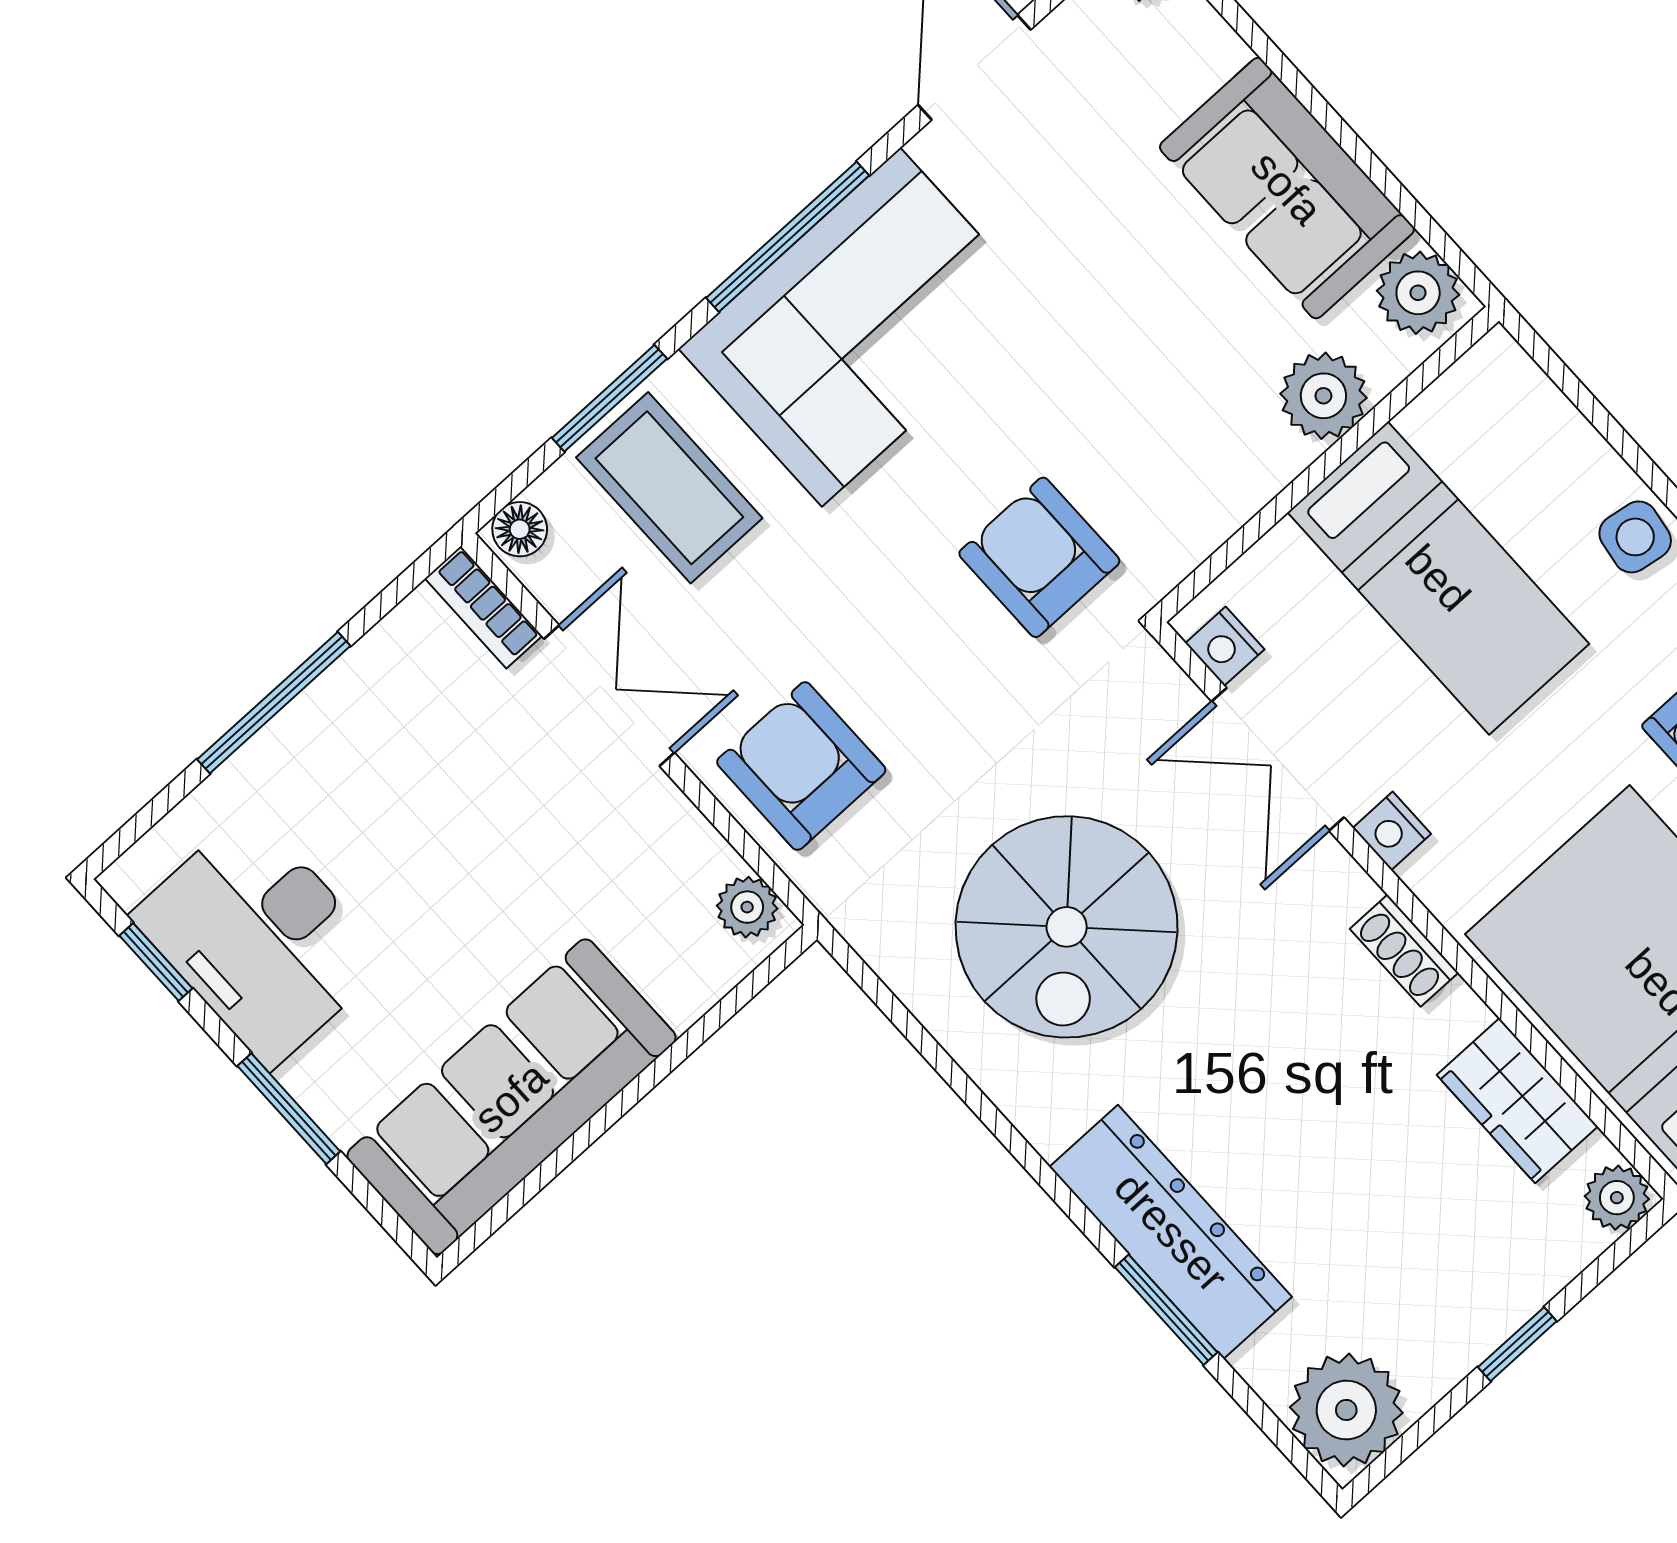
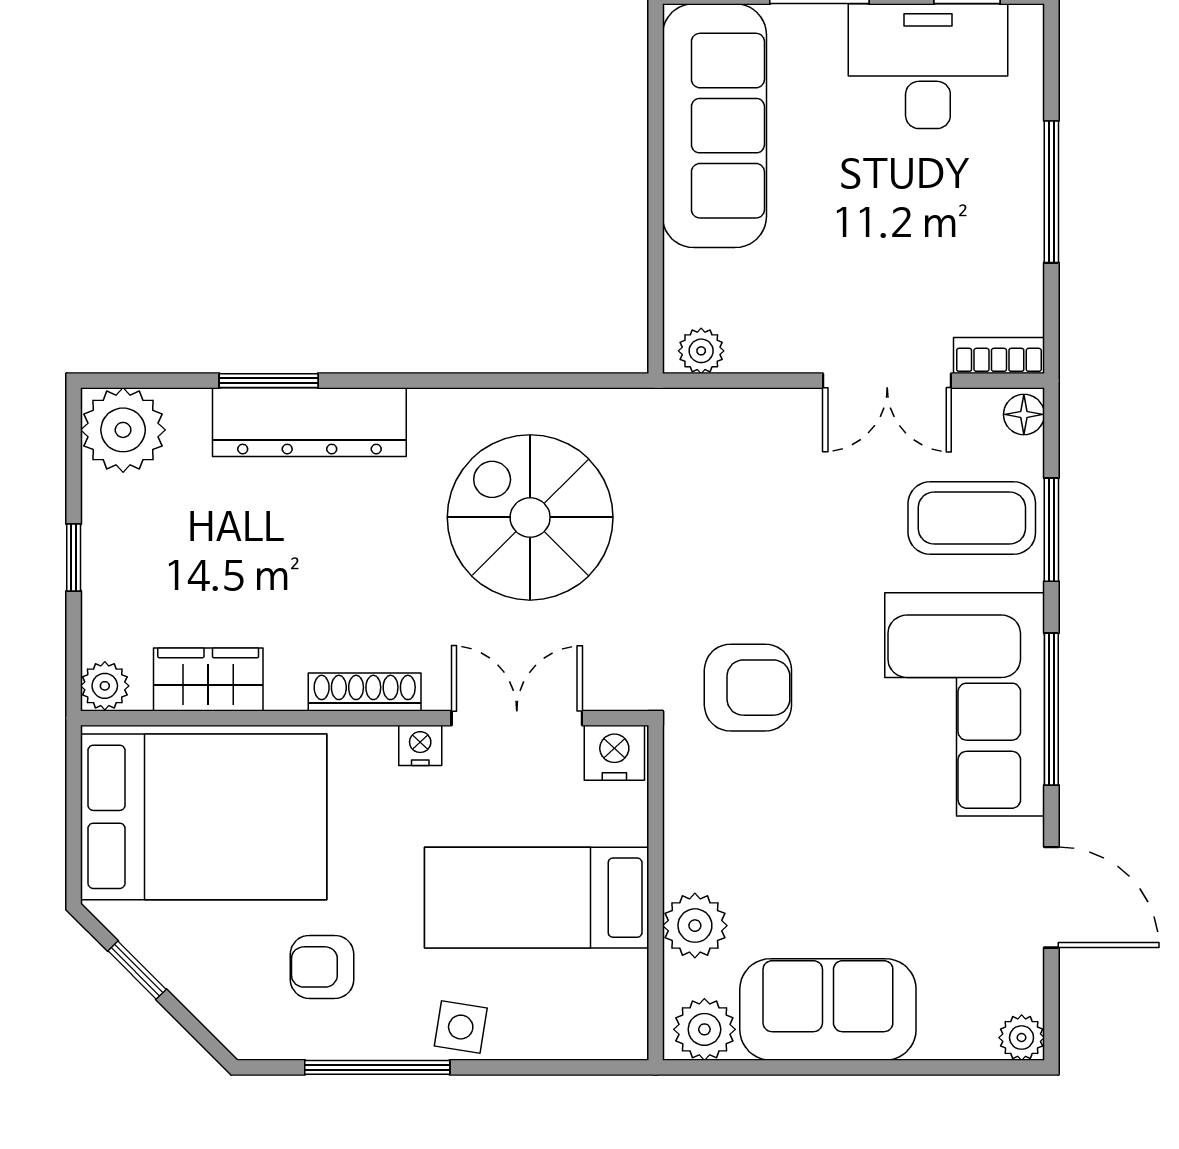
nightstand: (1225, 646) -> (614, 753), width x1.39, depth x1.35
armchair: (801, 766) -> (752, 451), removed
shoe rack: (1404, 951) -> (365, 692), width x1.43

